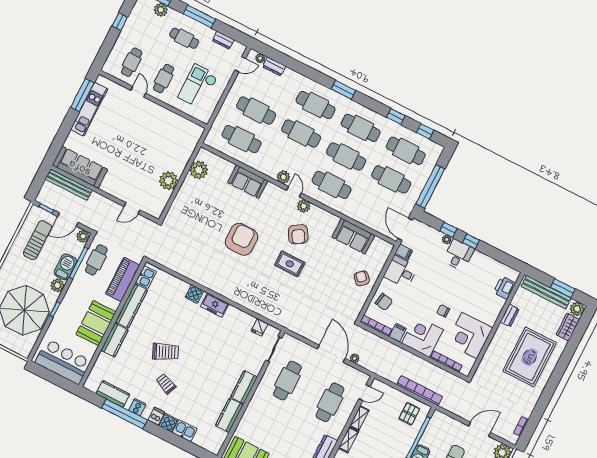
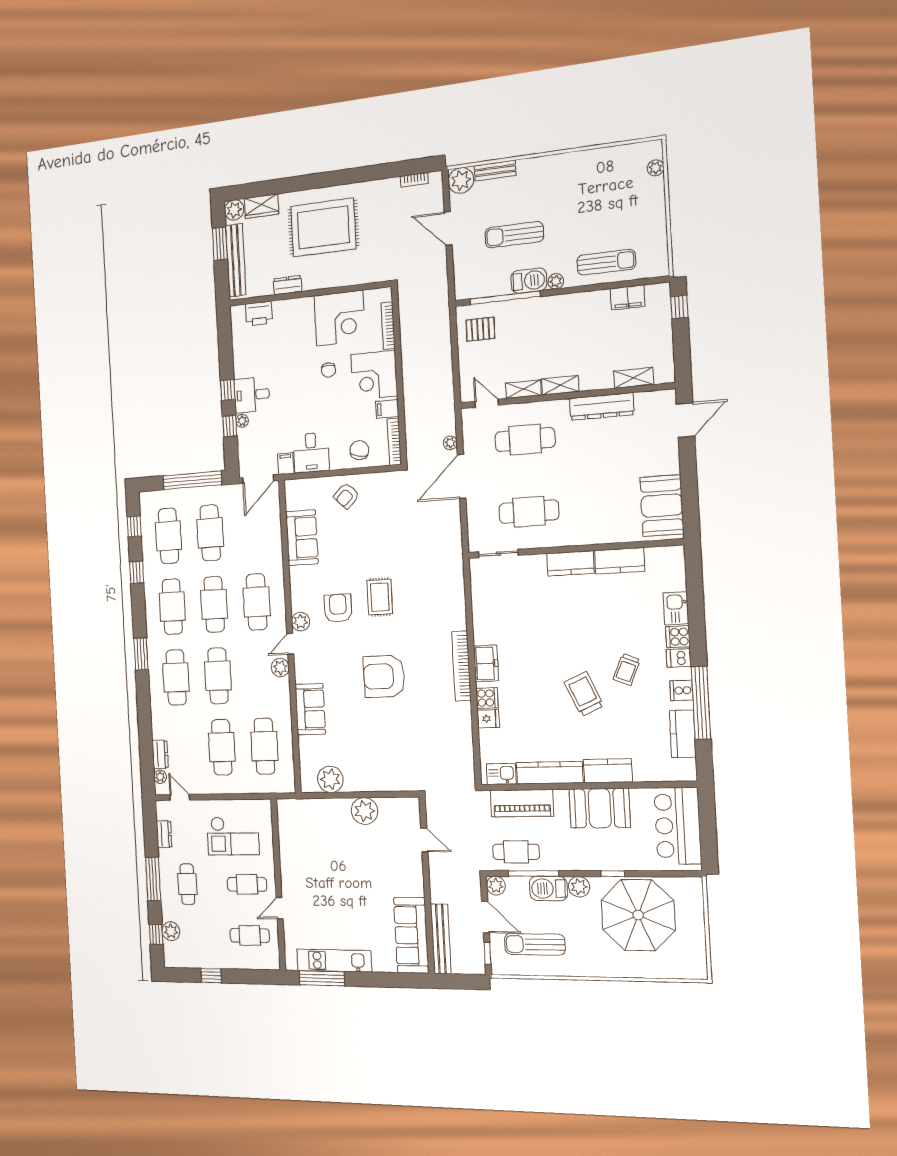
armchair: (298, 234) -> (338, 608), turned -59
fridge: (259, 327) -> (488, 719), moved
bookcase: (420, 391) -> (461, 666), moved

